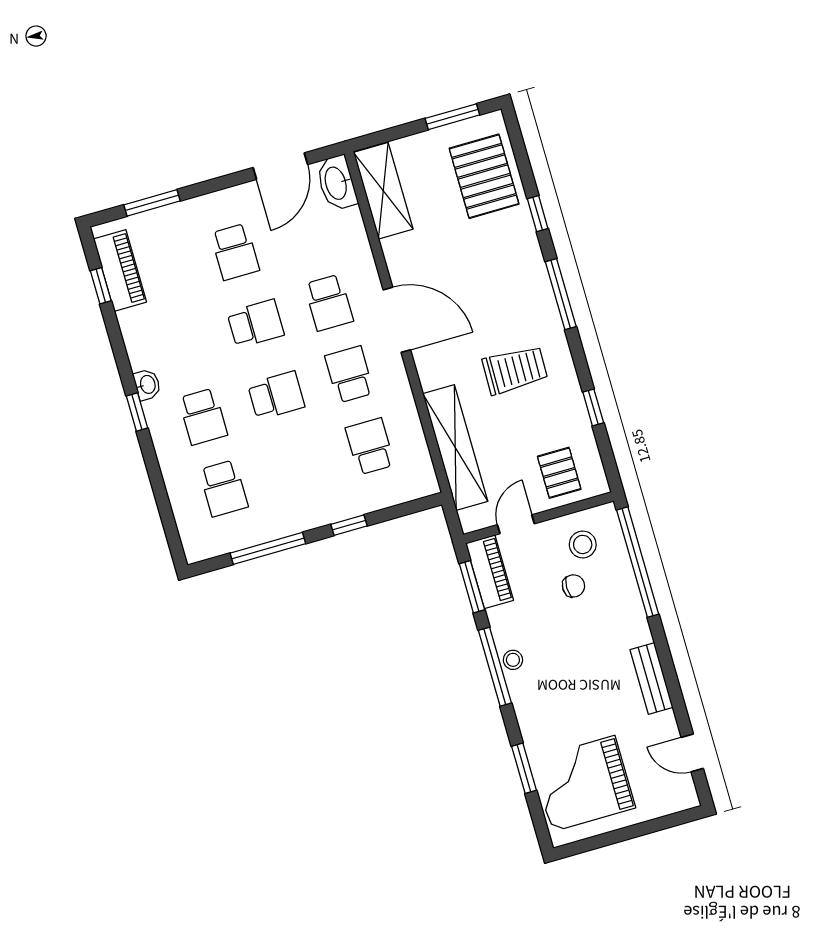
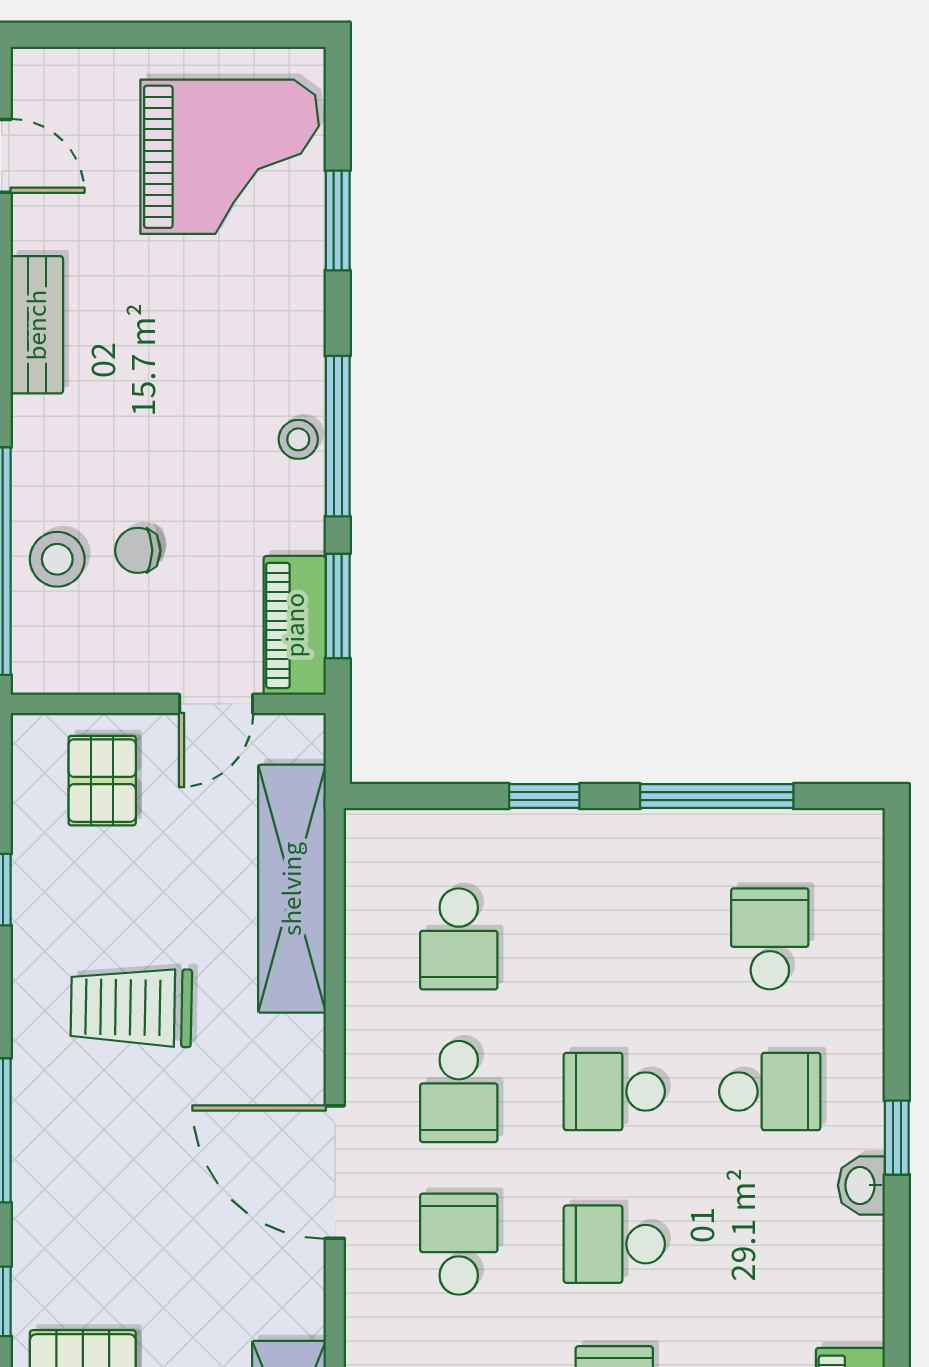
school desk: (203, 417) -> (770, 1092), turned 90
stool: (583, 544) -> (57, 559), moved

